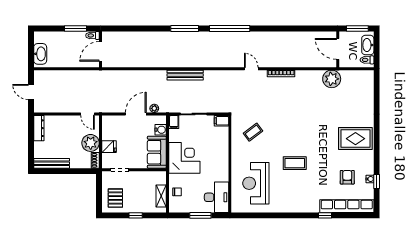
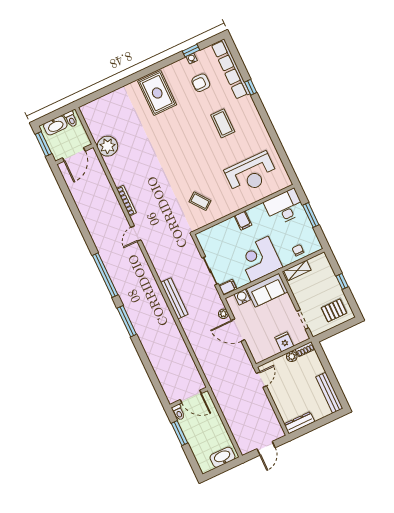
filing cabinet: (221, 121) -> (243, 221), moved
plant: (91, 143) -> (292, 356), width x0.53, depth x0.53
coffee table: (295, 163) -> (223, 123), moved
shelving: (161, 196) -> (297, 270), moved

